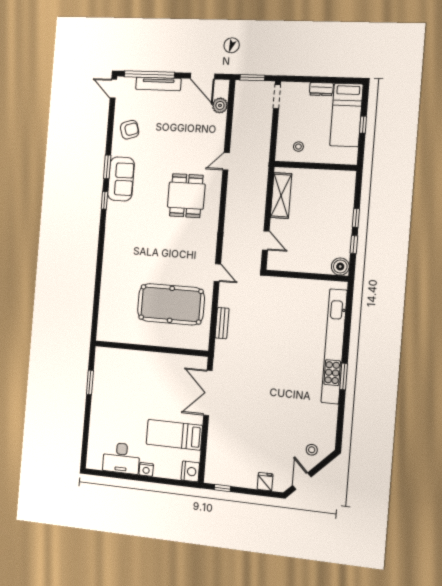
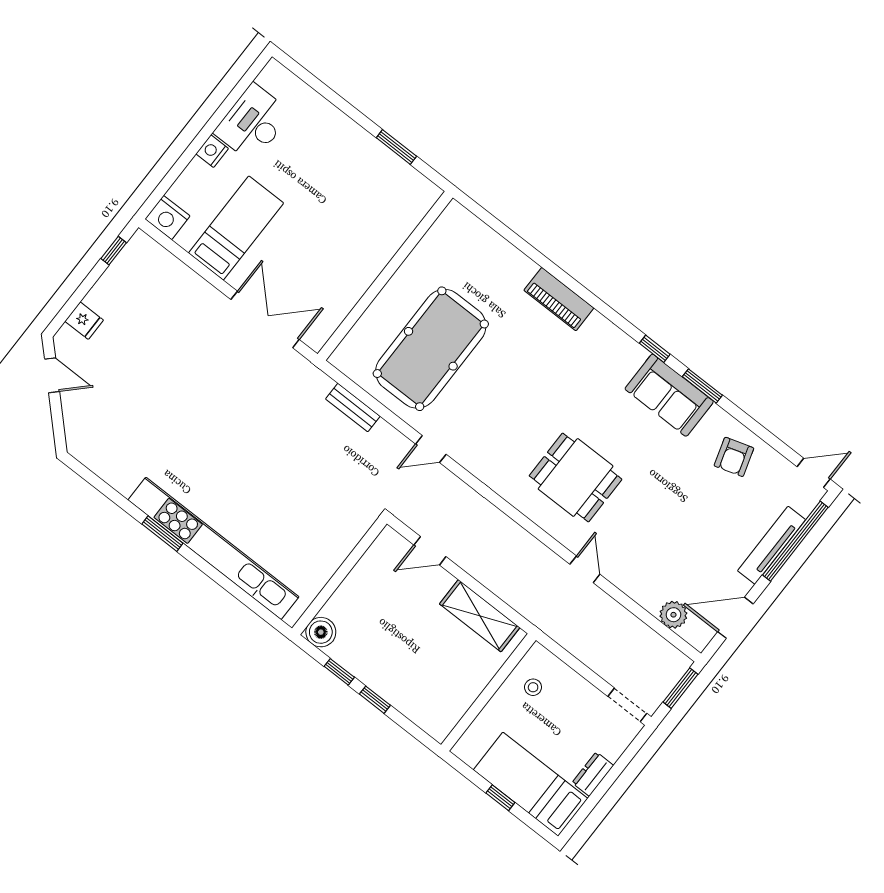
piano: (110, 260) -> (559, 299), added
stool: (312, 450) -> (88, 419), removed

